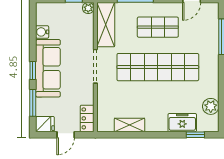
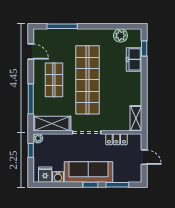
locker: (87, 118) -> (116, 139), moved
fridge: (45, 124) -> (45, 175), moved
shelving: (129, 125) -> (136, 118), moved

